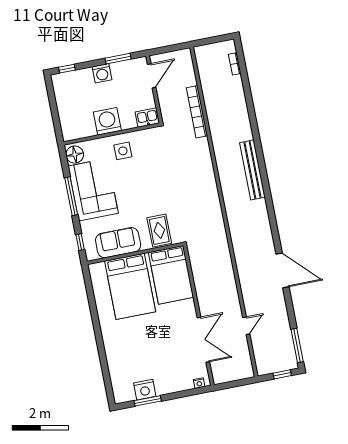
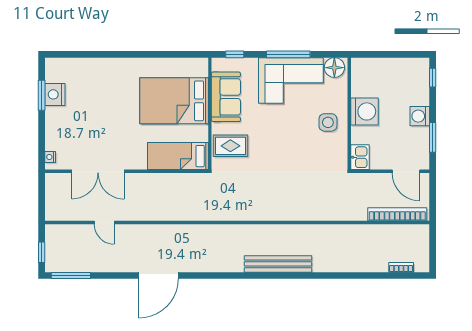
bookcase: (197, 112) -> (397, 214), moved
bed: (171, 275) -> (178, 156), width x0.67

